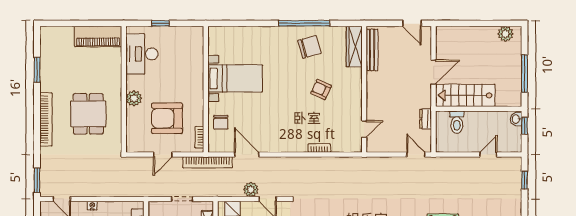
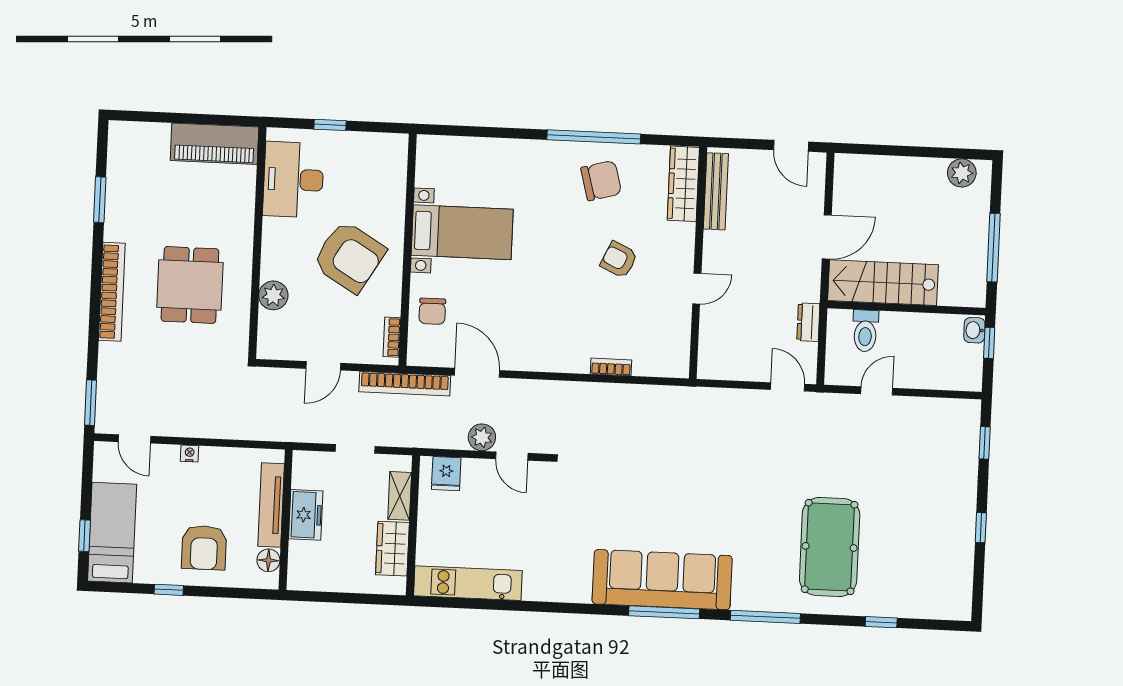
plant: (134, 98) -> (273, 295), moved
armchair: (167, 118) -> (349, 257), moved, turned -149
door: (364, 129) -> (697, 289), moved
door: (488, 155) -> (877, 391), moved

